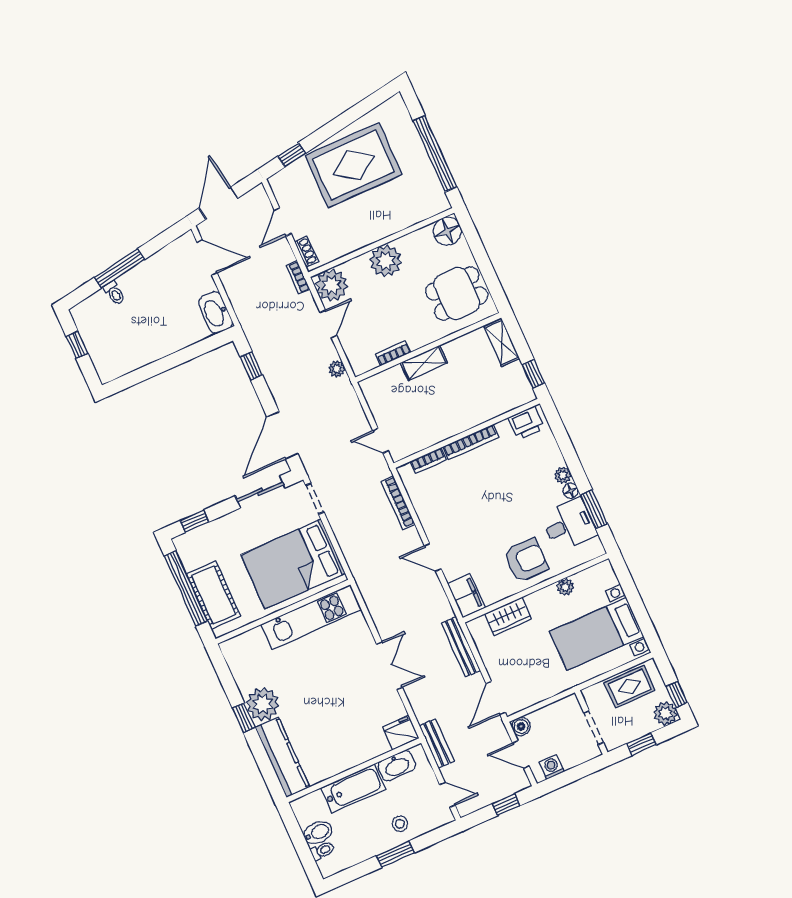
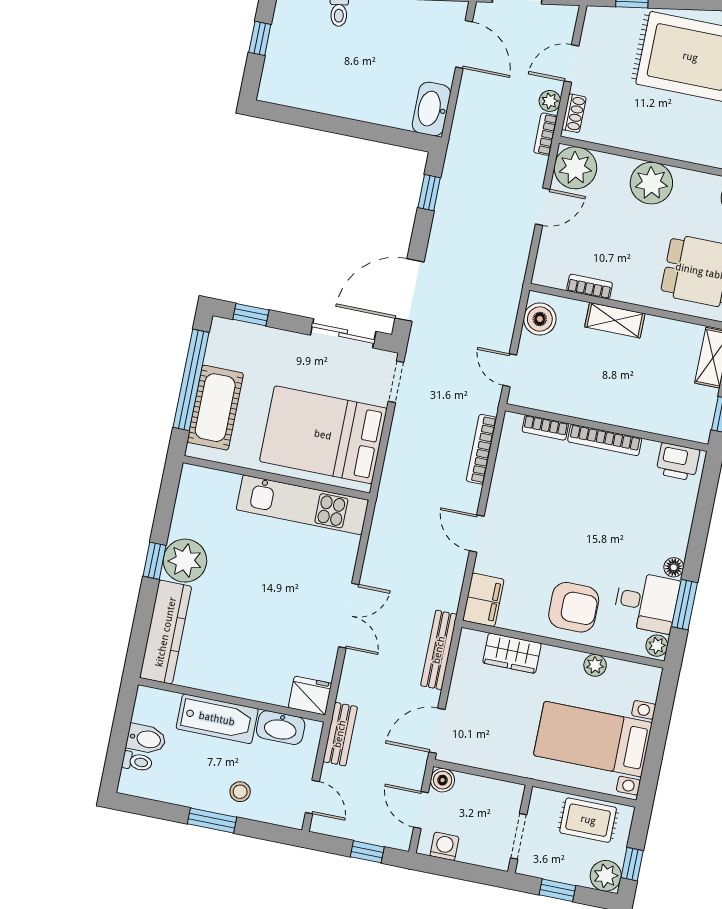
plant: (337, 369) -> (550, 101), moved
boiler: (377, 395) -> (540, 319), added
plant: (563, 475) -> (657, 646), moved

